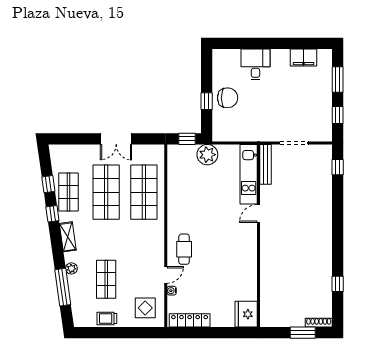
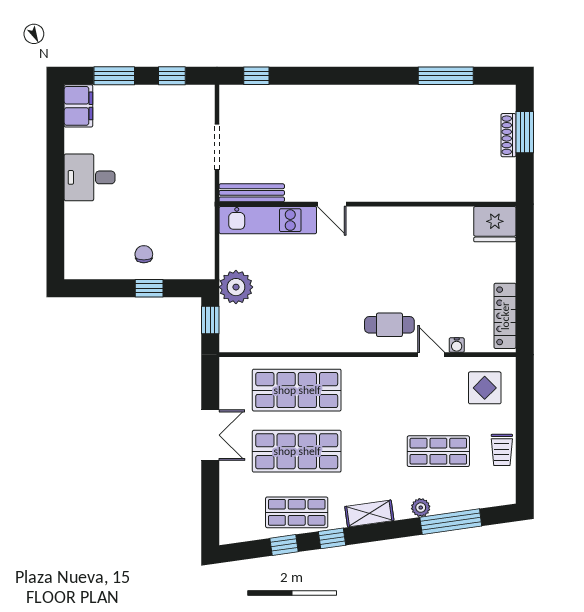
filing cabinet: (304, 58) -> (78, 106), moved
desk: (255, 64) -> (90, 177), moved
chair: (228, 98) -> (144, 254), width x0.54, depth x0.54
window: (338, 284) -> (446, 76), width x2.17
shoe rack: (319, 323) -> (508, 135), moved

